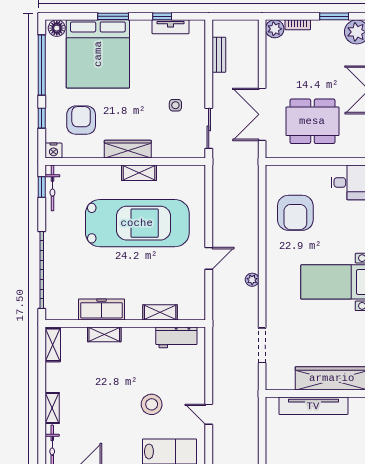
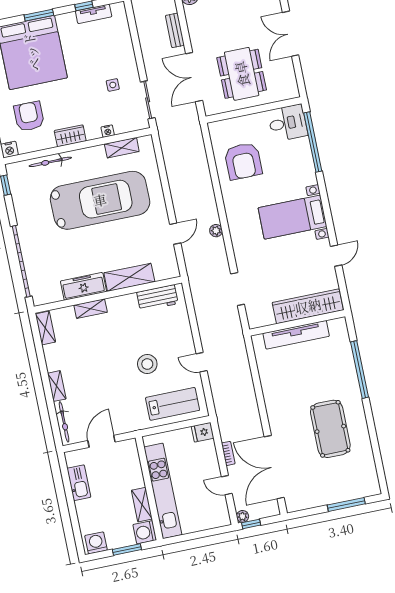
bench: (219, 55) -> (175, 30), moved
dining table: (312, 121) -> (242, 74), turned 90
wardrobe: (128, 149) -> (70, 136), width x0.67
nightstand: (160, 152) -> (108, 131), added
shelving: (139, 173) -> (122, 148), moved
bicycle: (52, 188) -> (50, 162), moved, turned 90
door: (209, 258) -> (175, 234), moved
shelving: (160, 312) -> (129, 277), width x1.50, depth x1.33

